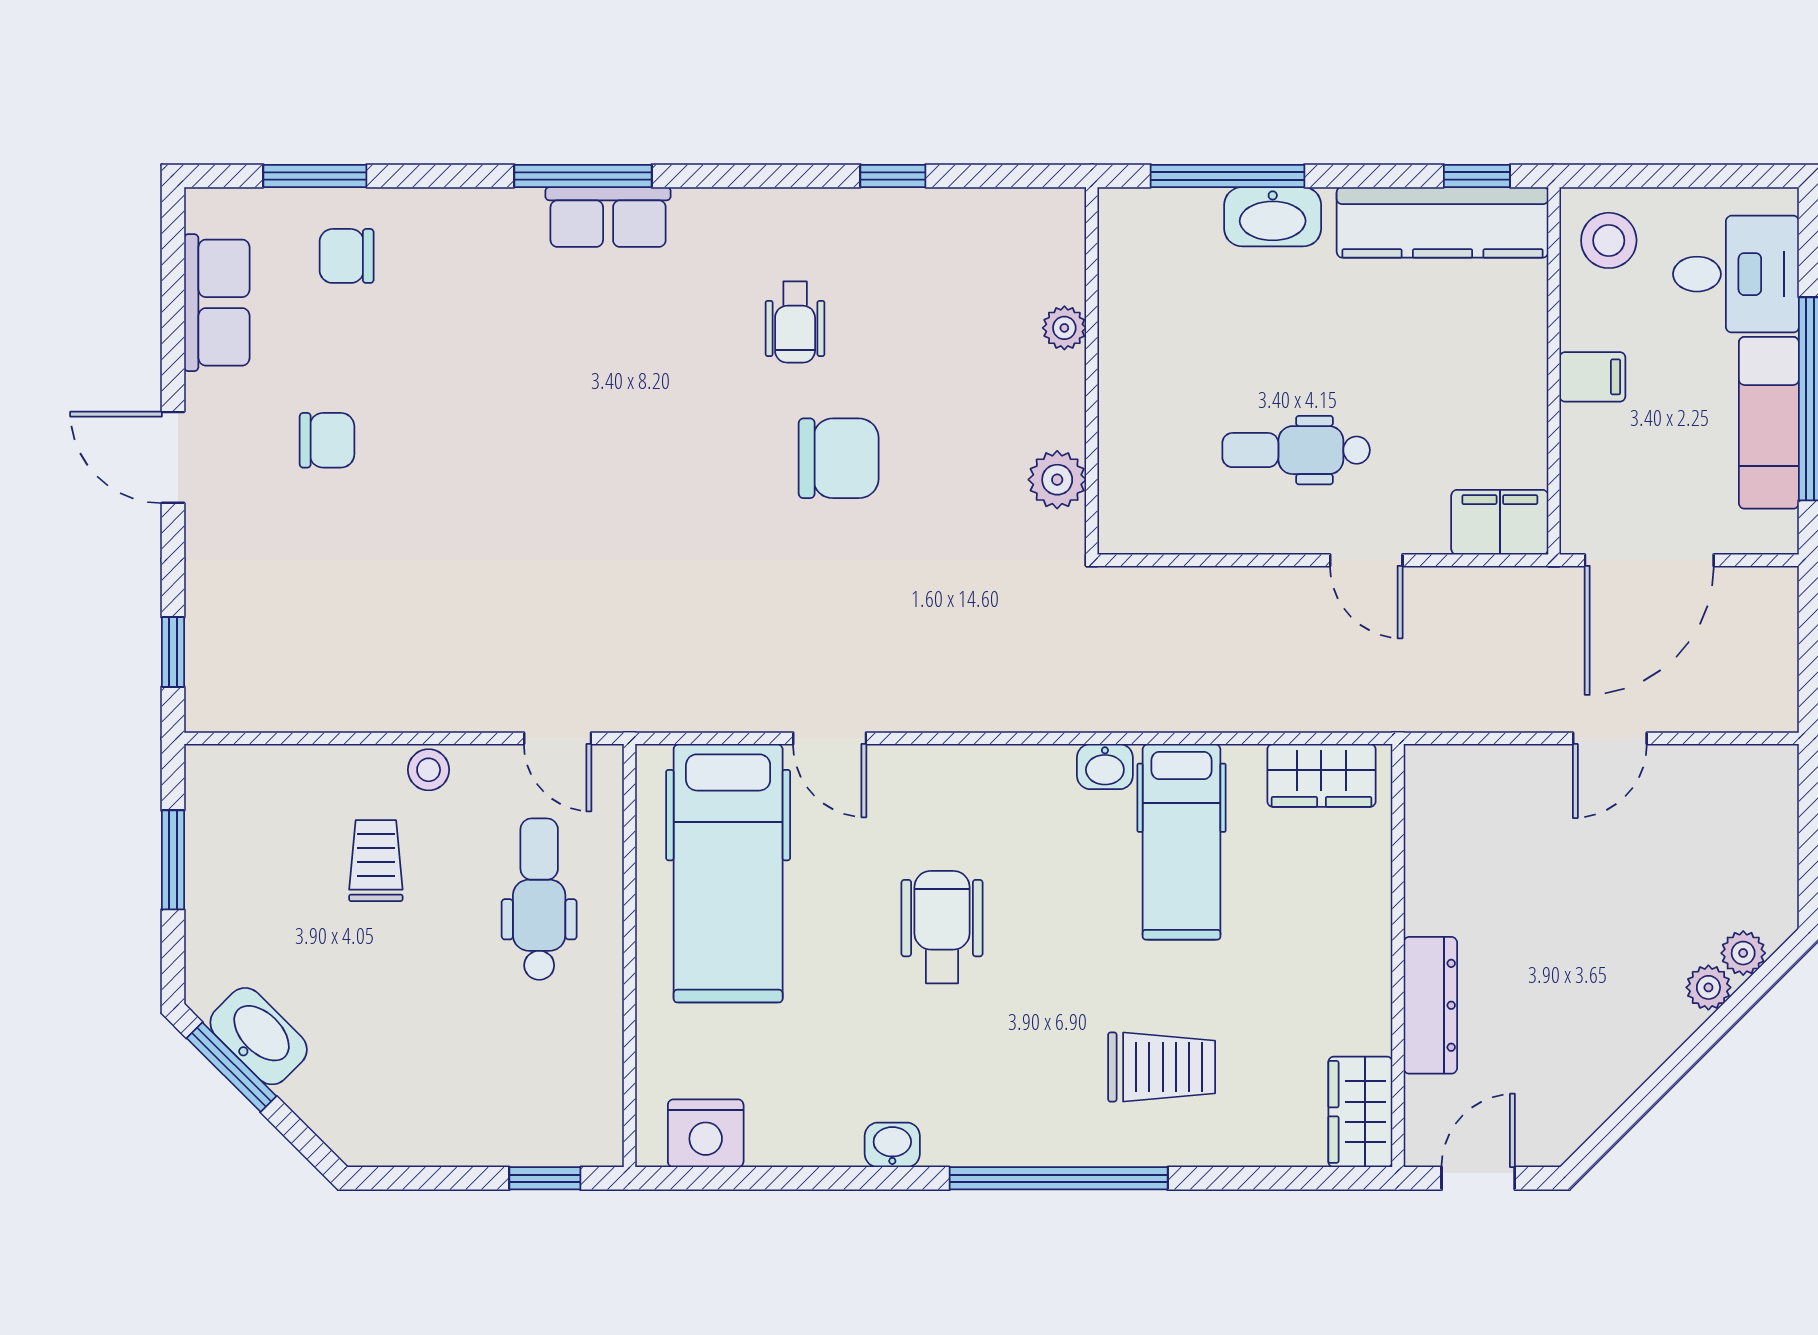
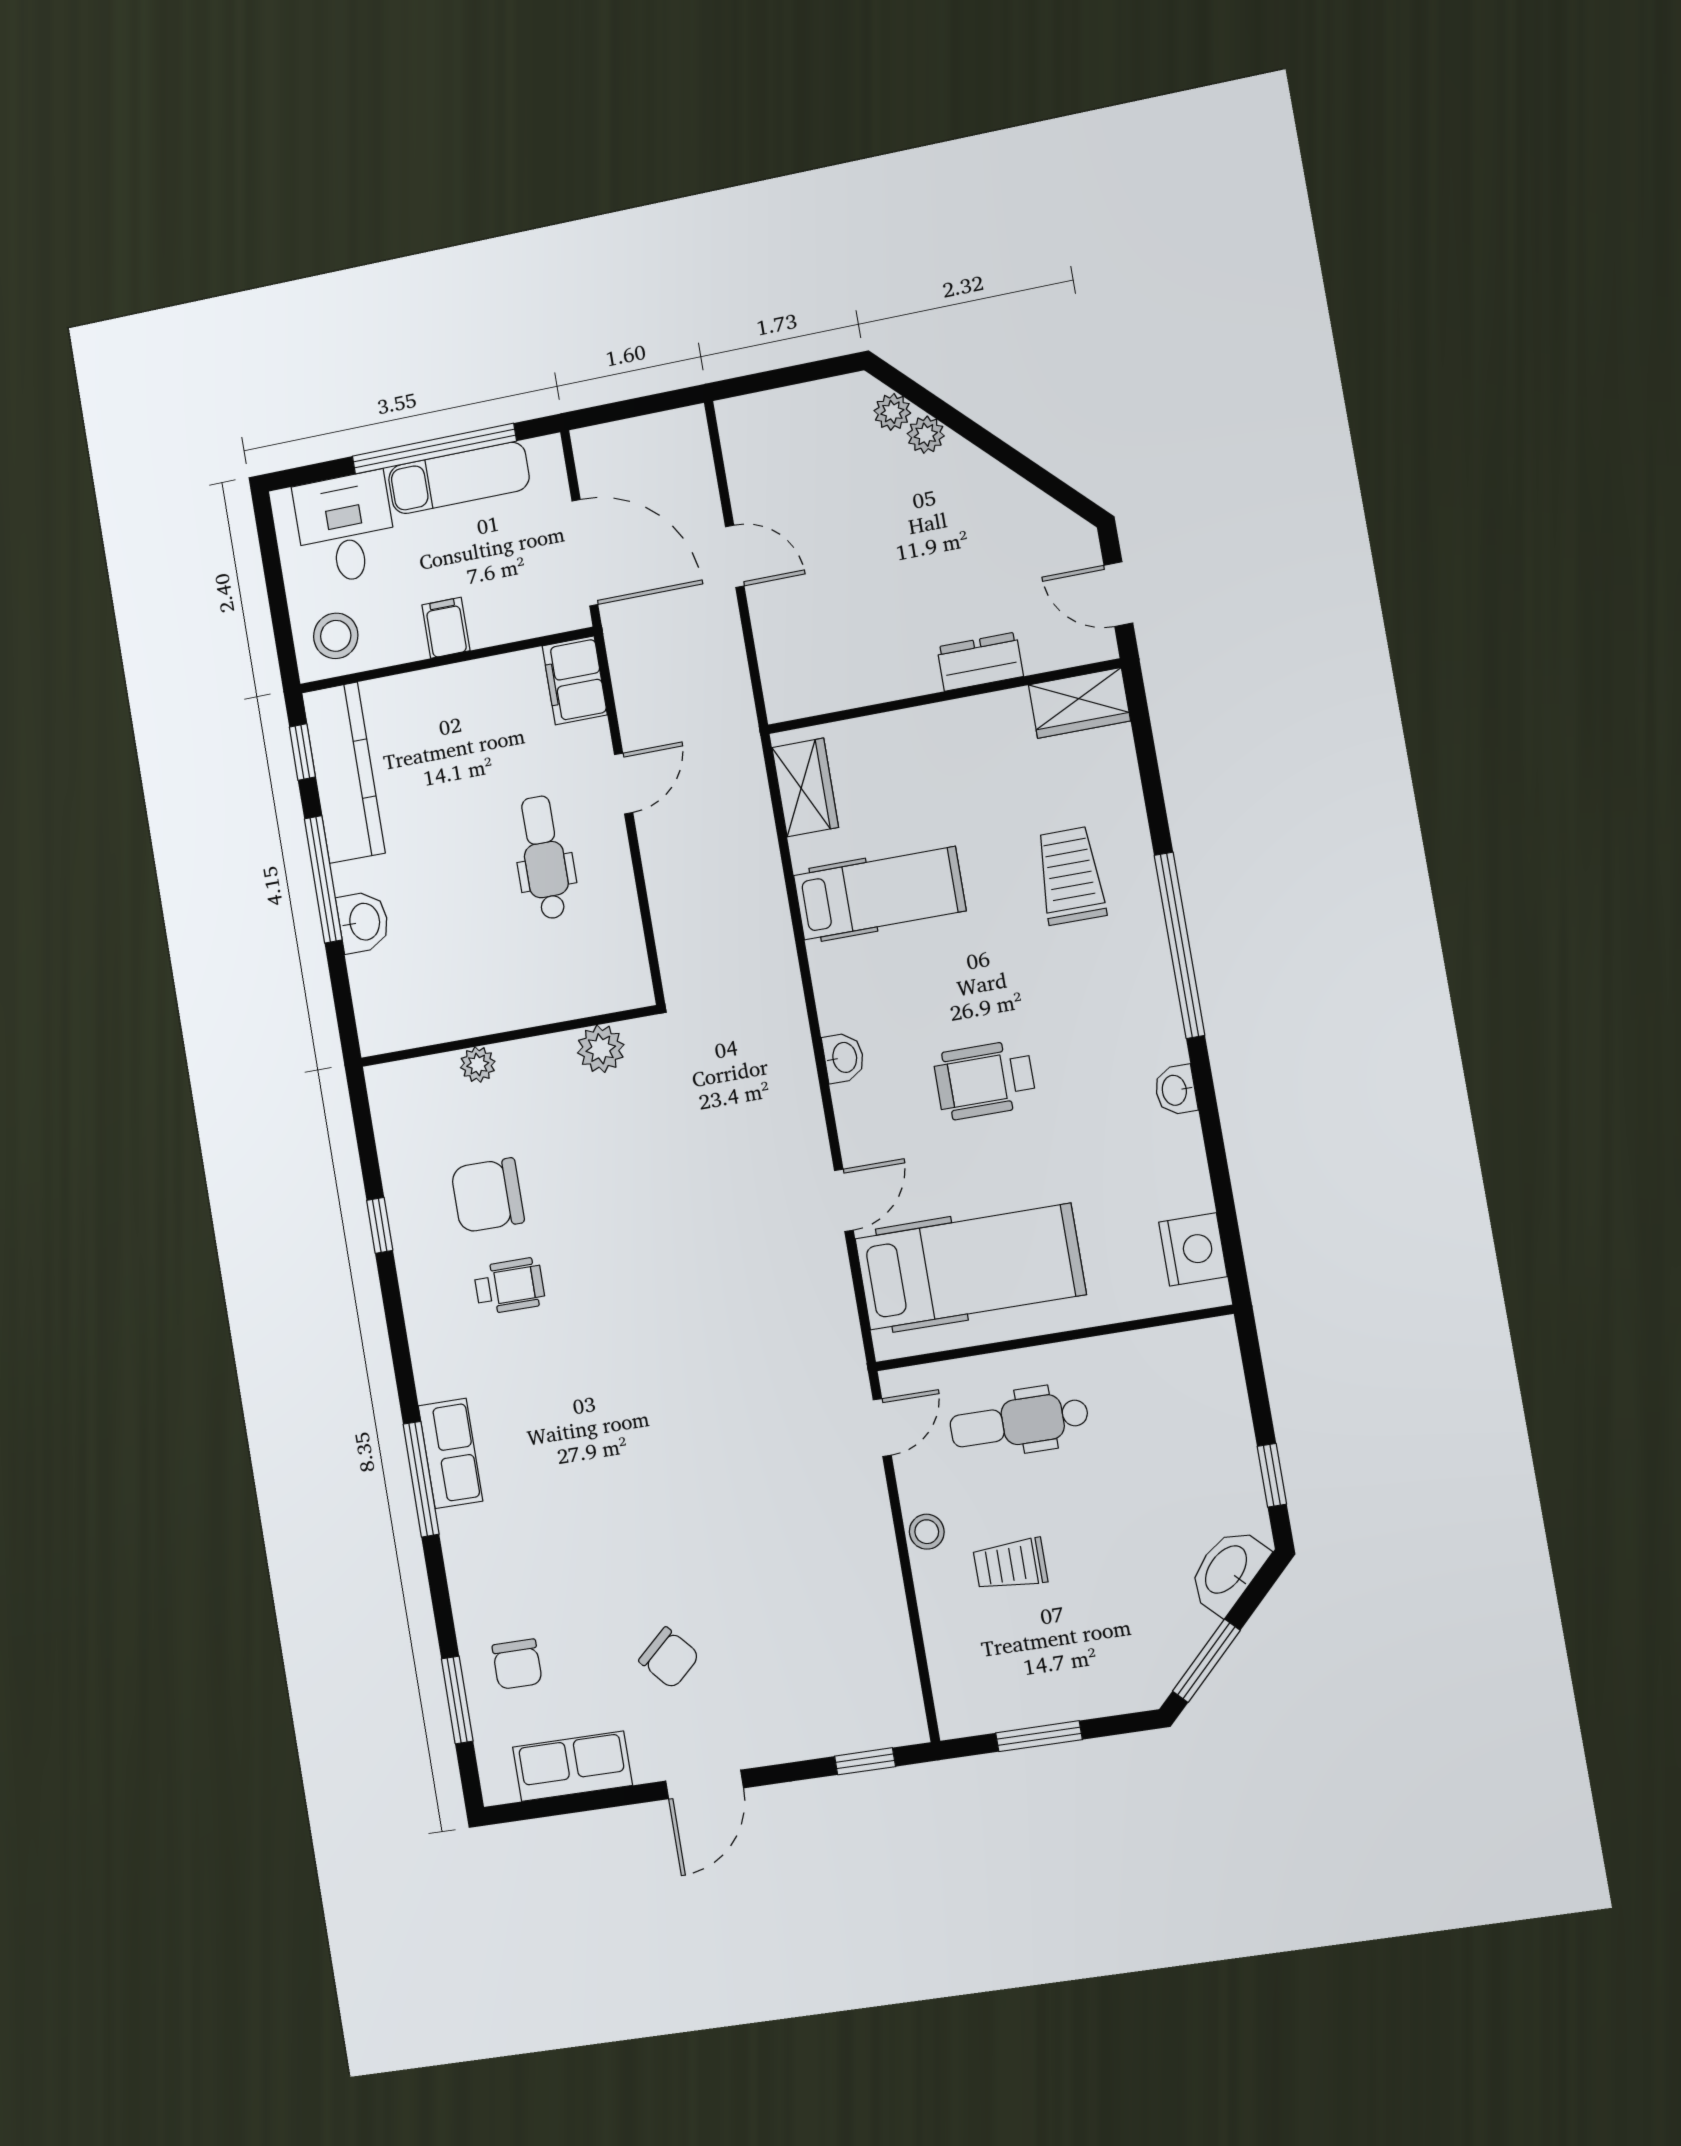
window: (1228, 176) -> (323, 879), moved
washbasin: (1273, 217) -> (363, 922), width x0.72
chair: (327, 440) -> (669, 1658), turned 138
dental chair: (1296, 450) -> (544, 858), turned 180
chair: (839, 458) -> (488, 1195), moved, turned -90
washbasin: (1105, 767) -> (844, 1058), moved
dresser: (1430, 1005) -> (980, 662), width x0.70
washbasin: (259, 1036) -> (1227, 1570), moved
window: (545, 1178) -> (1272, 1475), moved

